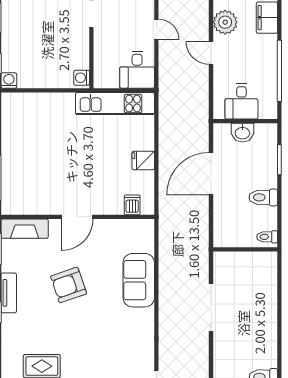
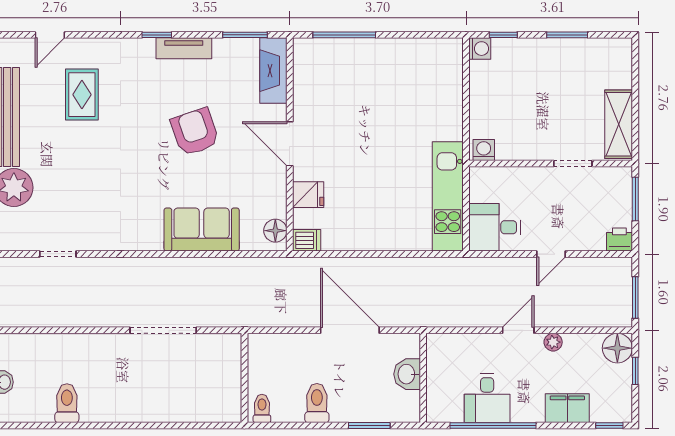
plant: (225, 22) -> (553, 342), width x0.53, depth x0.53
desk: (241, 101) -> (487, 398), moved, turned -90
fridge: (143, 160) -> (308, 195), moved, turned 90
dishwasher: (132, 205) -> (307, 240), moved
floor lamp: (139, 227) -> (275, 231), added

